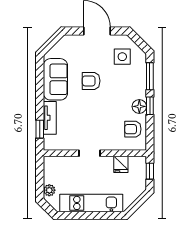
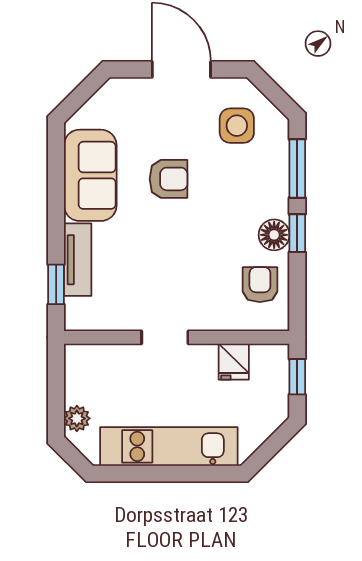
armchair: (91, 81) -> (168, 179), turned 180
armchair: (133, 129) -> (260, 285), turned 90

